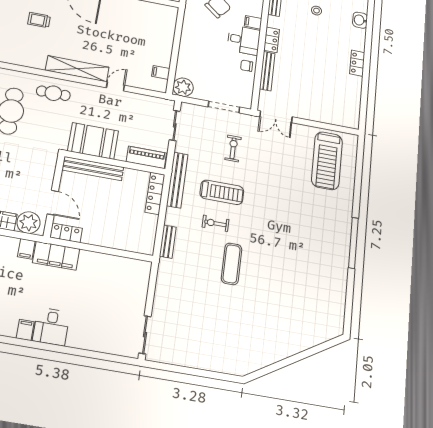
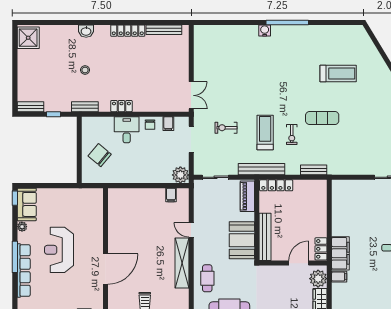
filing cabinet: (253, 22) -> (168, 124), moved
locker: (357, 63) -> (128, 31), width x1.53
bench: (267, 71) -> (164, 30), moved
treadmill: (327, 161) -> (338, 74), moved, width x0.73, depth x0.73
water cooler: (346, 214) -> (265, 30), added

